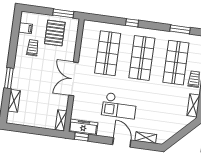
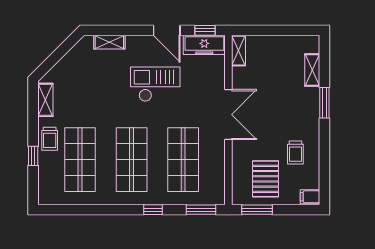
filing cabinet: (25, 28) -> (310, 197), moved
window: (180, 29) -> (201, 210), moved
door: (122, 142) -> (167, 30), moved

